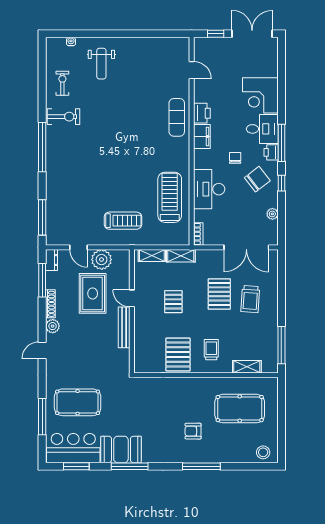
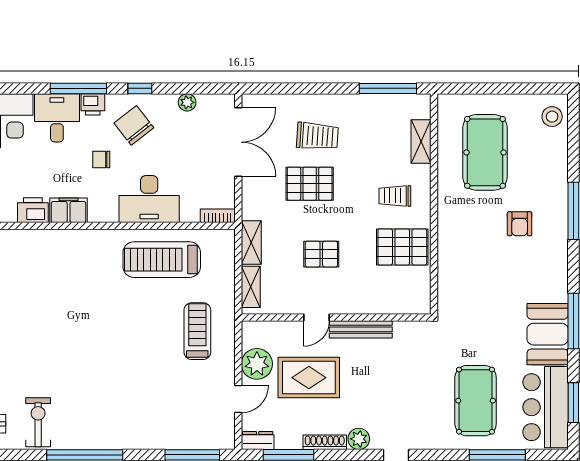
exercise mat: (177, 117) -> (39, 249), removed

